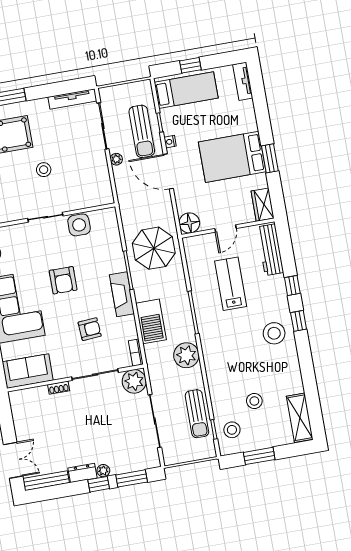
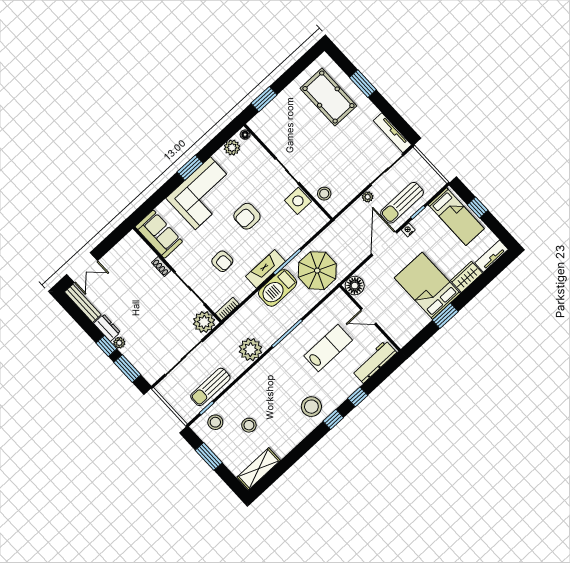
stool: (44, 170) -> (324, 194), moved
wardrobe: (263, 205) -> (466, 277), moved
barbecue: (151, 321) -> (278, 288), moved

